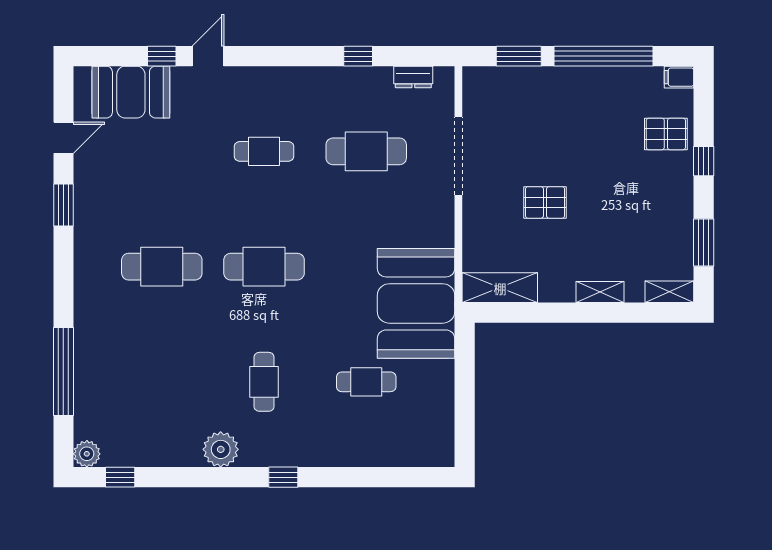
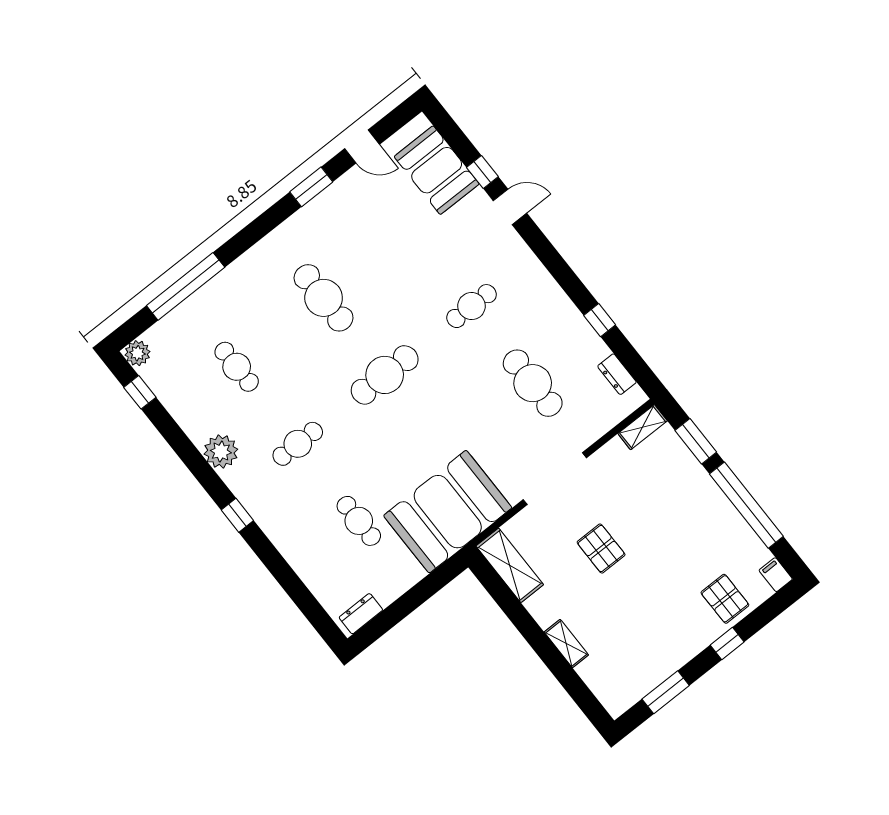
cafe table: (264, 151) -> (472, 306), turned 90
doorway: (458, 156) -> (555, 479), moved
cafe table: (264, 267) -> (385, 375), turned 90
shelving: (669, 292) -> (643, 427), moved, turned 90
cafe table: (162, 382) -> (237, 367), added
dresser: (443, 440) -> (361, 614), added

